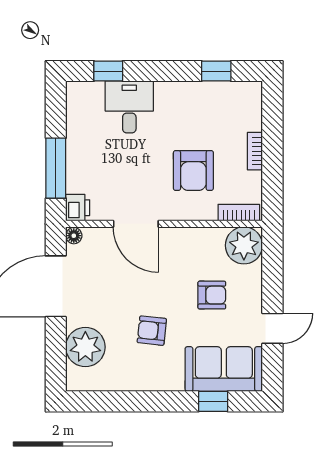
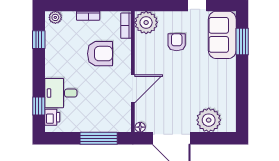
plant: (252, 98) -> (55, 17), added
printer: (78, 208) -> (52, 117), moved, turned 90
armchair: (152, 331) -> (199, 79), removed
window: (213, 401) -> (242, 41), width x1.50

